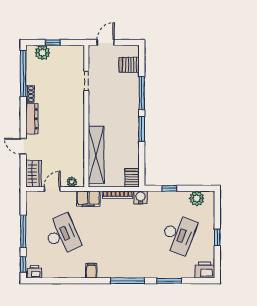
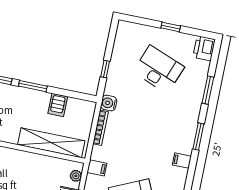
server rack: (132, 178) -> (58, 105), moved, turned -90
plant: (197, 198) -> (123, 41), removed
filing cabinet: (88, 199) -> (97, 168), width x0.50
filing cabinet: (91, 271) -> (182, 161), moved
window: (127, 281) -> (198, 137), width x0.69

